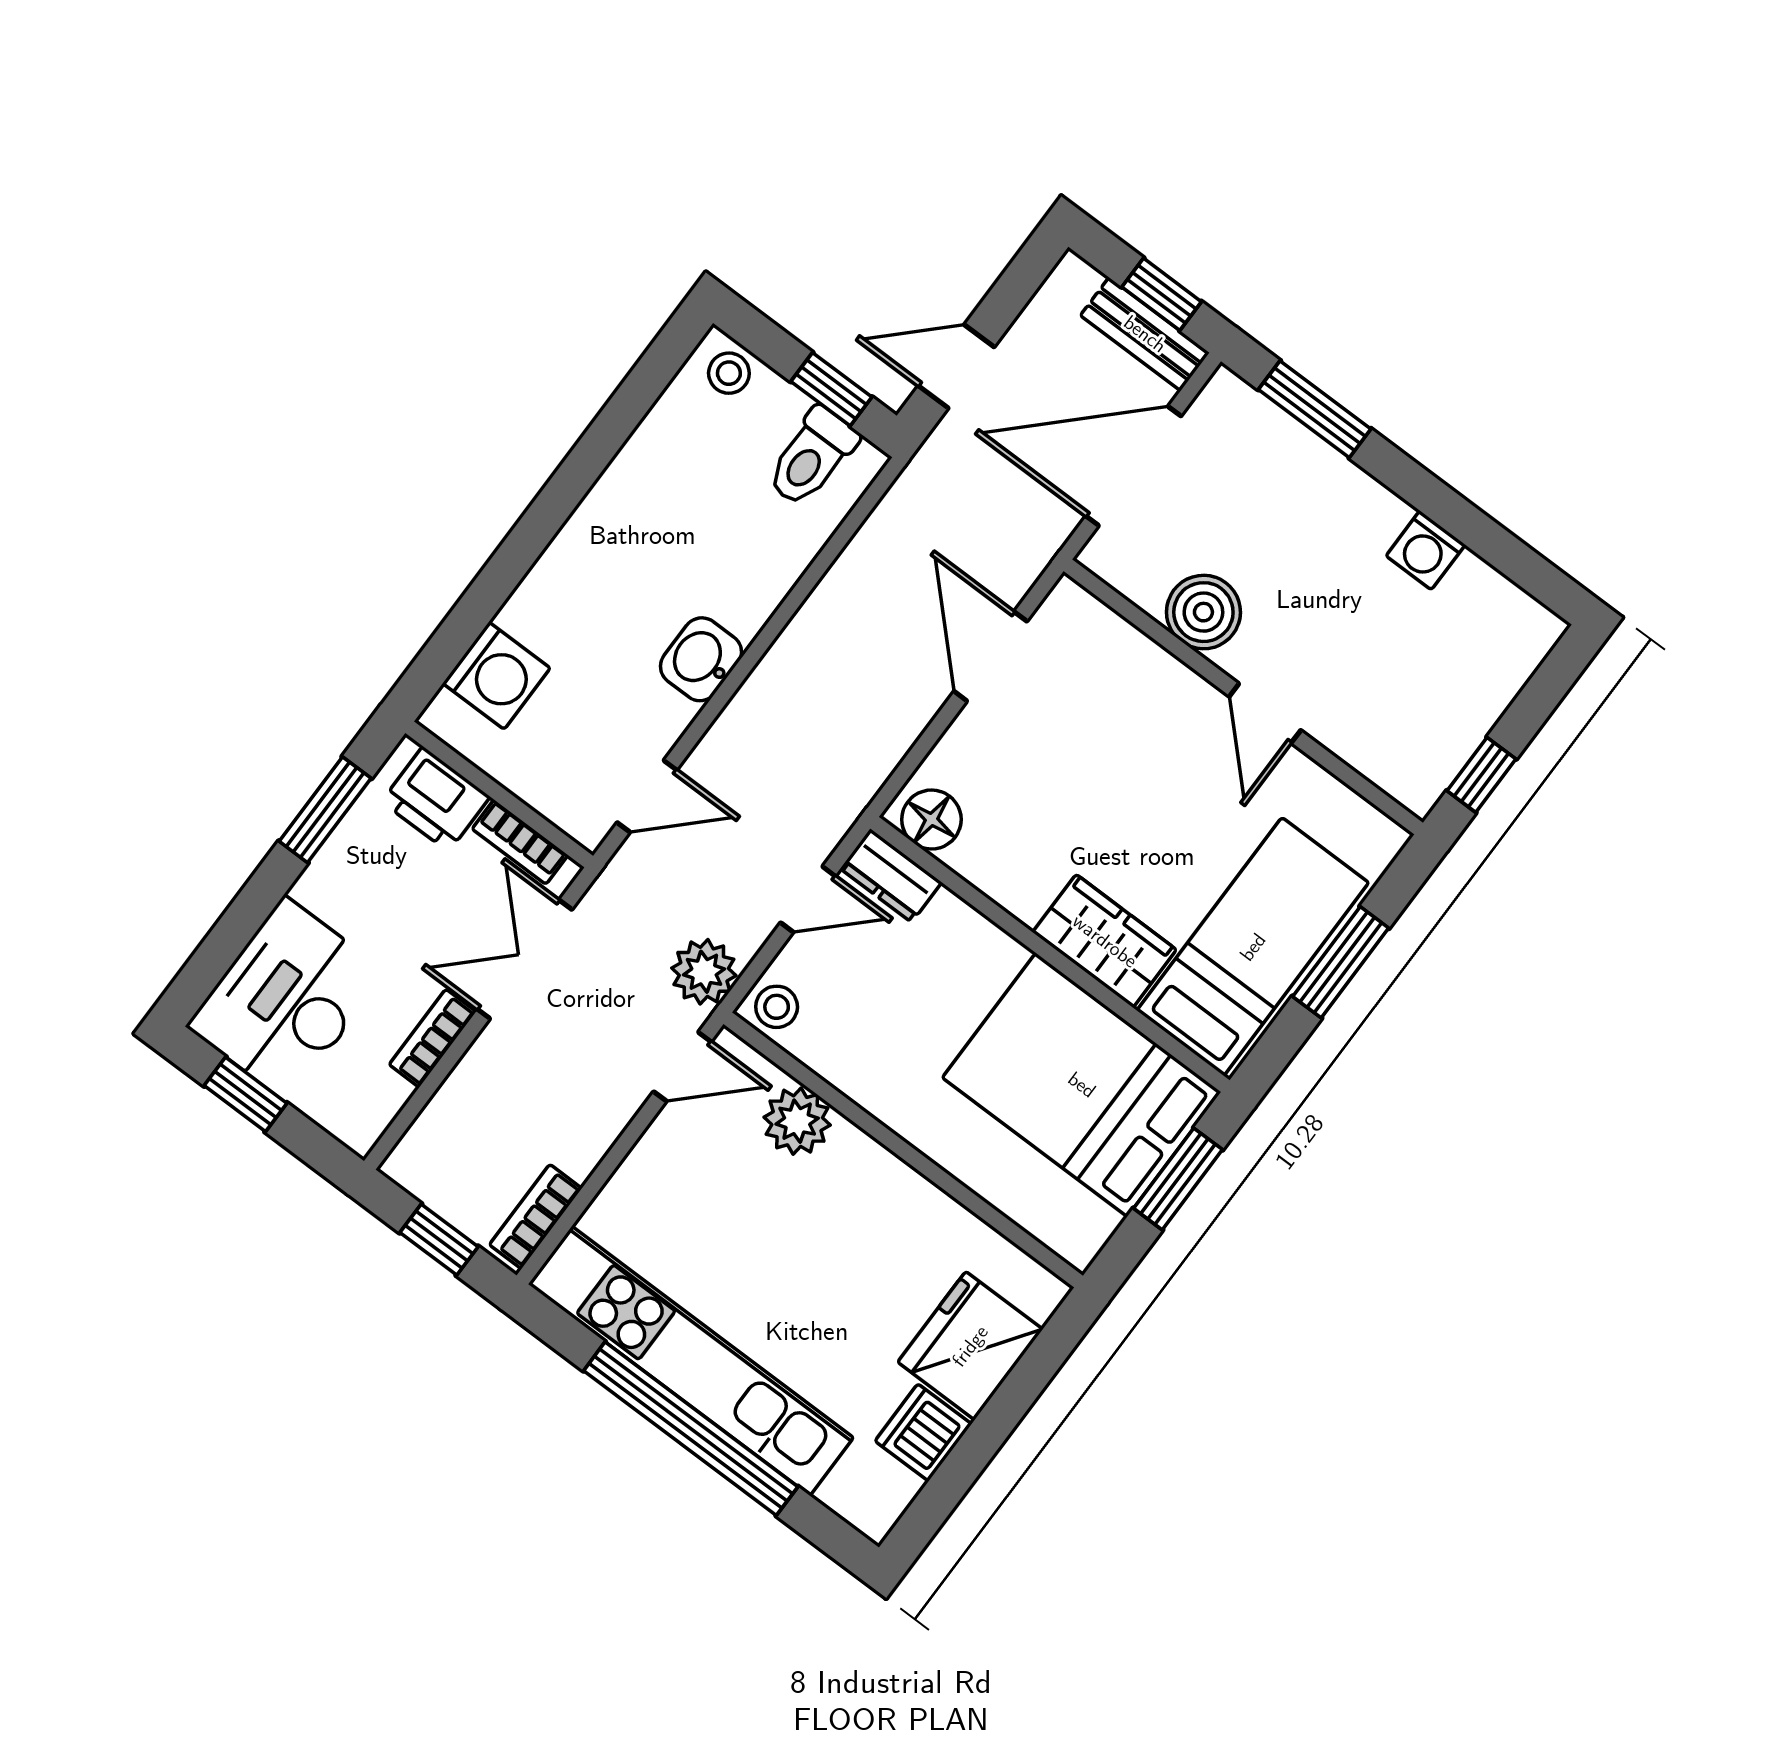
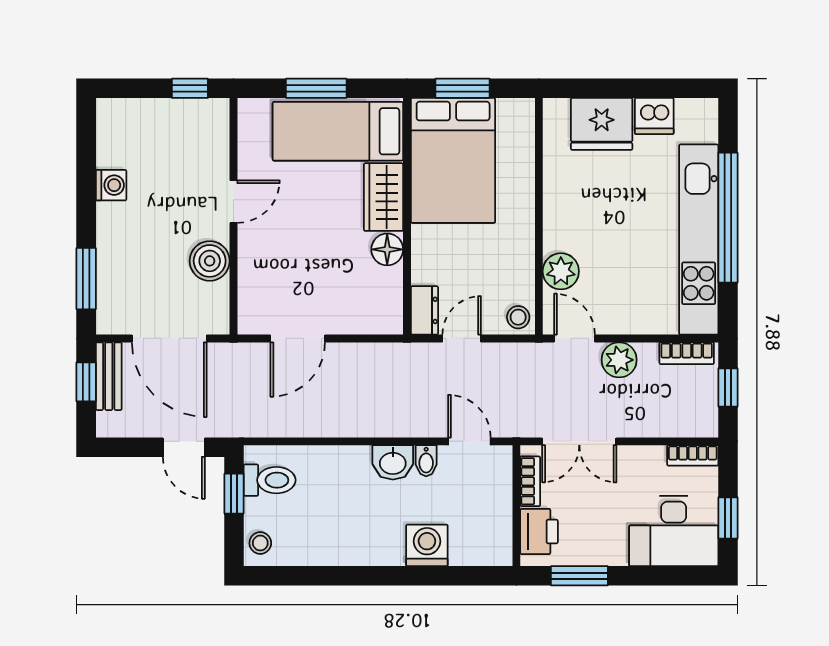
washing machine: (496, 676) -> (427, 545), moved
bidet: (666, 711) -> (426, 461), added
floor lamp: (931, 820) -> (387, 249), moved
door: (808, 899) -> (462, 338), hinge flipped
plant: (704, 972) -> (619, 360), moved
bookcase: (433, 1038) -> (693, 455), moved

